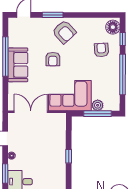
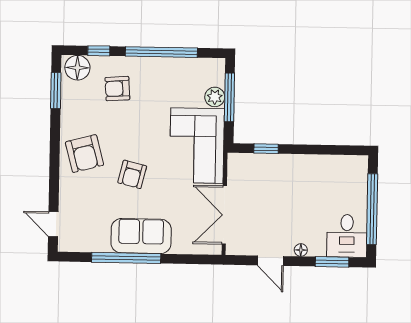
window: (53, 15) -> (56, 91), moved
armchair: (64, 32) -> (84, 154), turned 118
armchair: (53, 59) -> (132, 174), turned 104
window: (69, 156) -> (266, 149), moved

